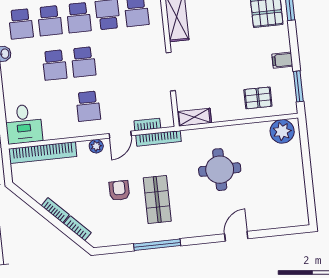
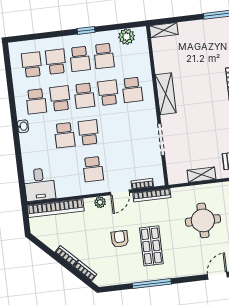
school desk: (50, 21) -> (60, 98), turned 180
school desk: (83, 62) -> (89, 132), turned 180
shelving: (194, 117) -> (201, 175), moved

